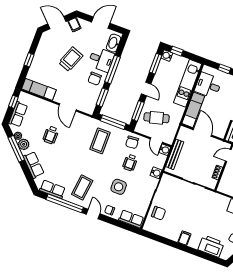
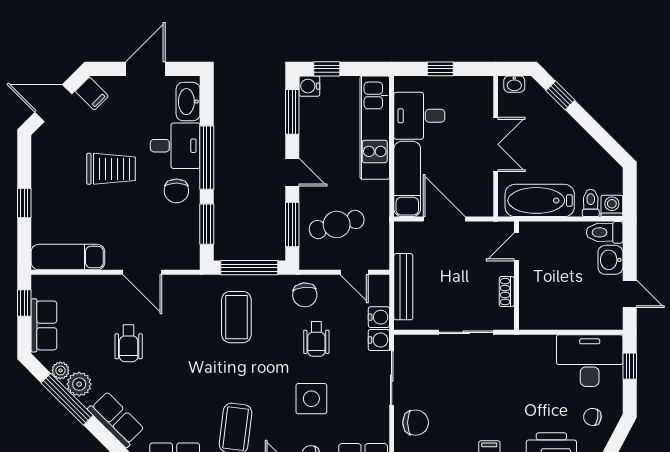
trolley: (71, 59) -> (111, 169), turned 69
water cooler: (165, 150) -> (379, 317), moved

